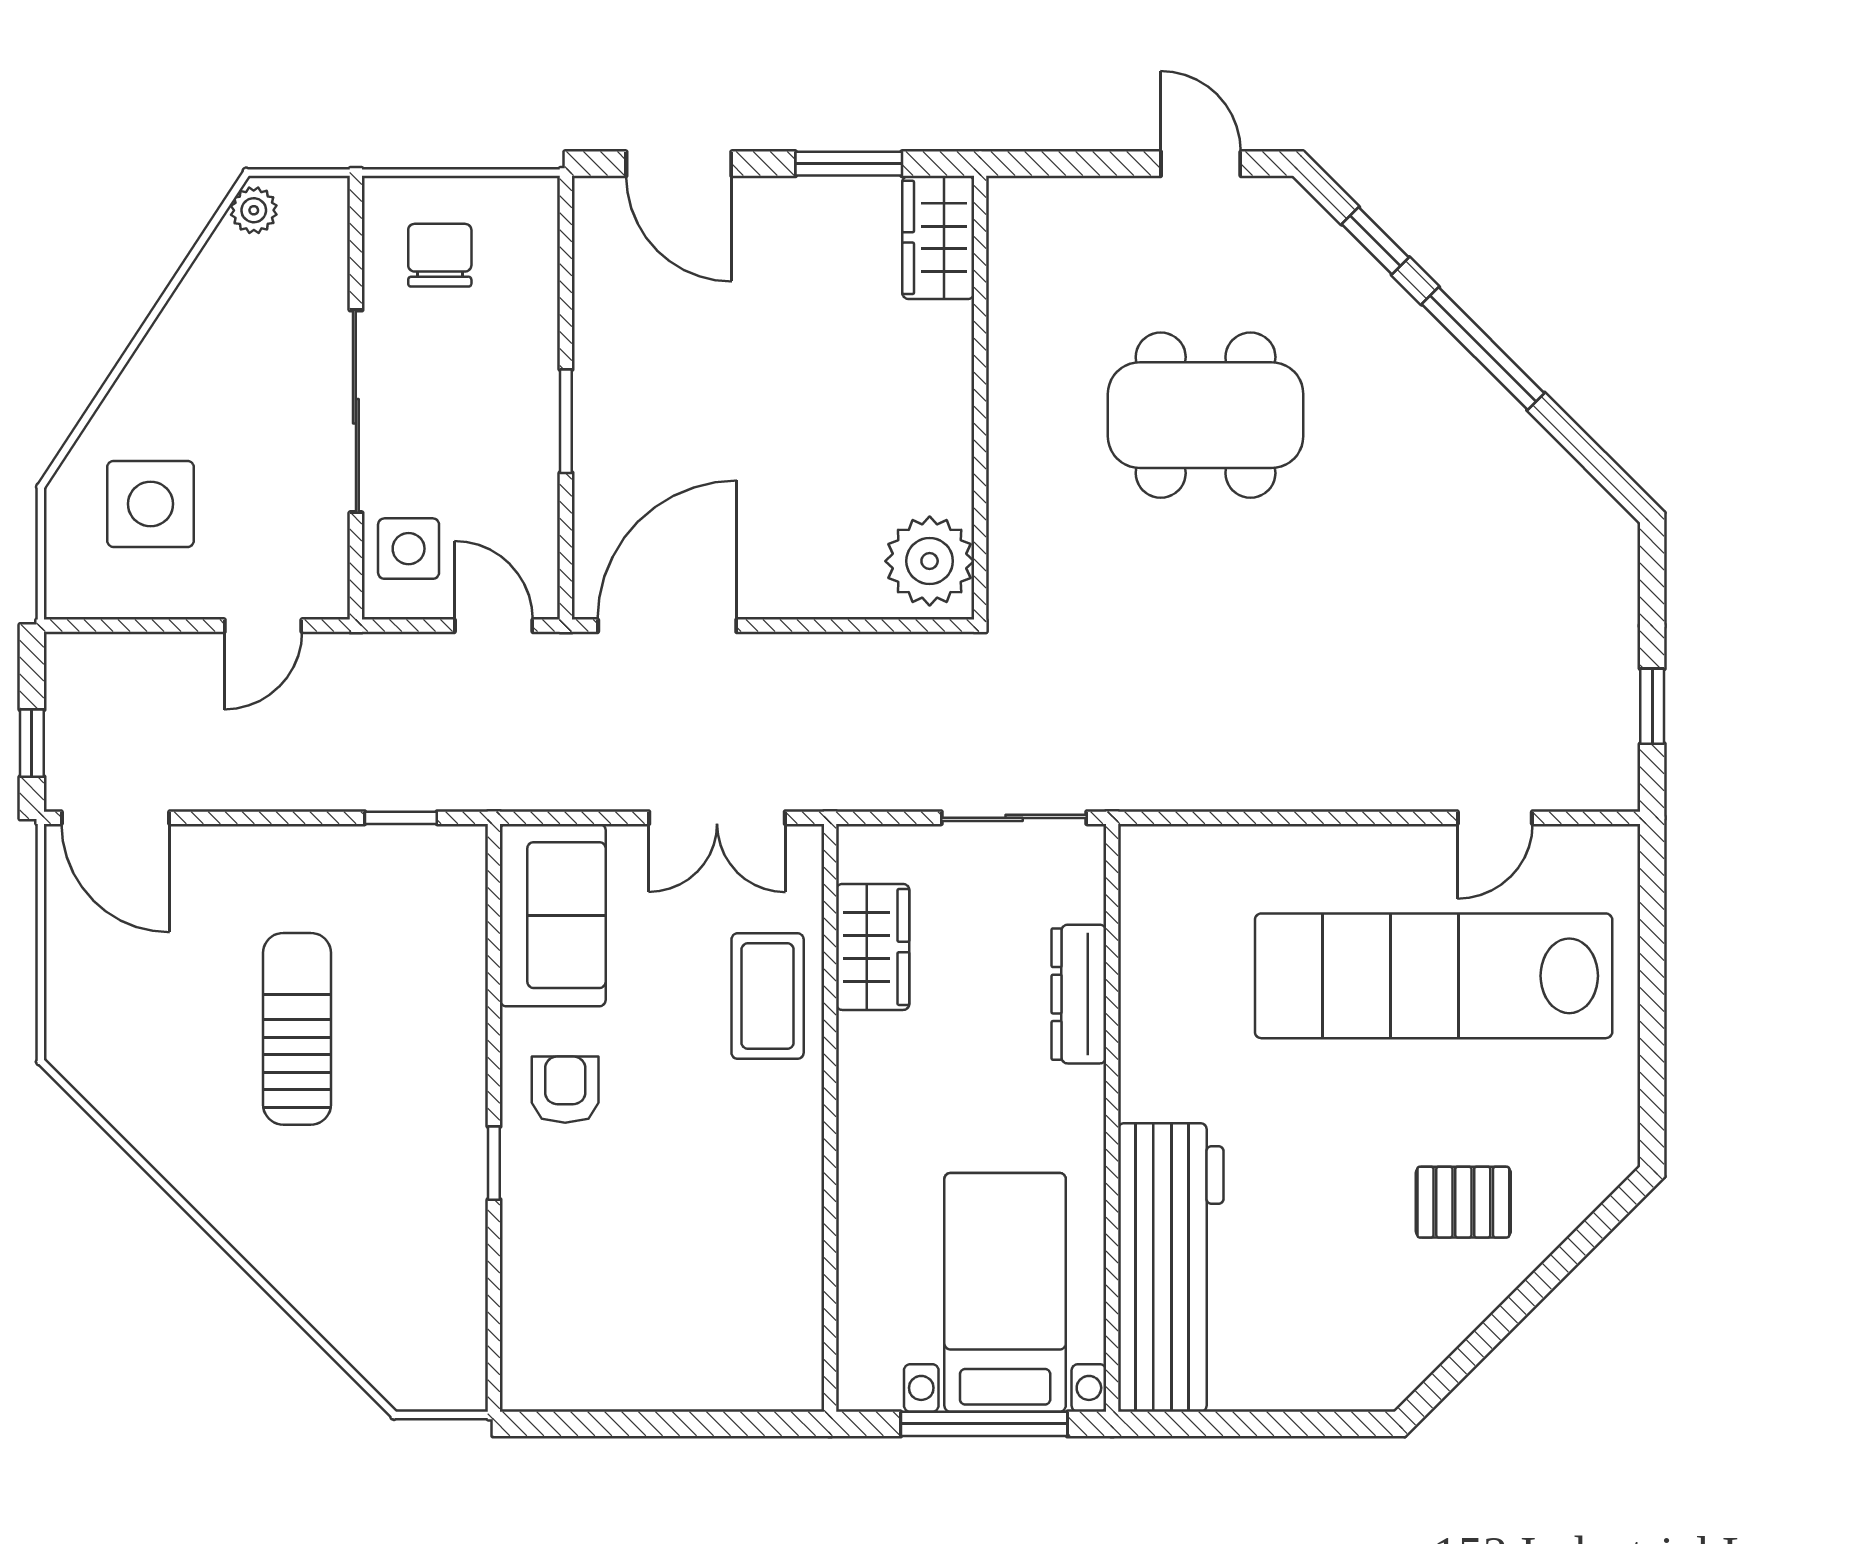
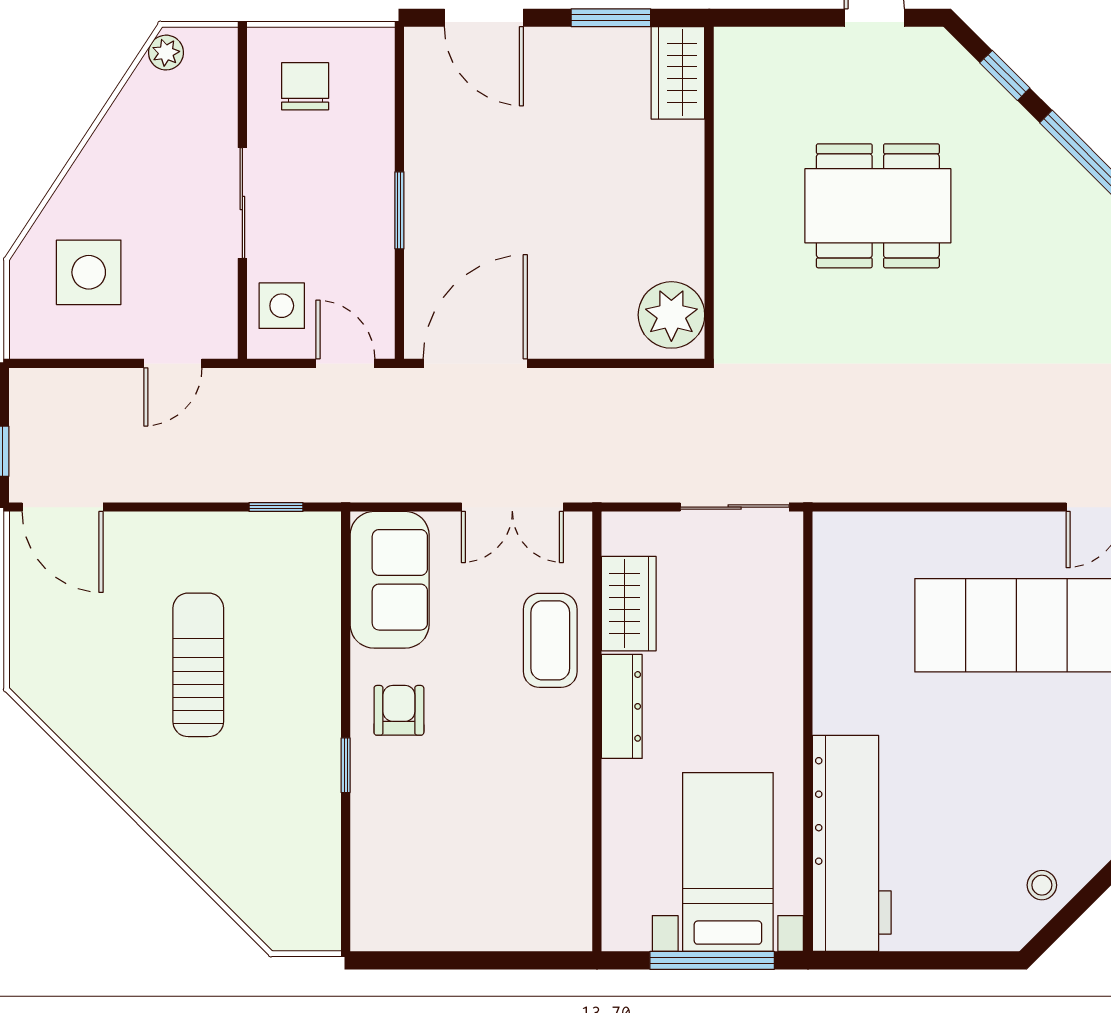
sliding door: (356, 411) -> (242, 203), width x0.73
dresser: (1079, 994) -> (622, 706), moved, turned 180
pallet: (1463, 1202) -> (1071, 794), removed
stool: (1425, 1323) -> (1042, 885), added

